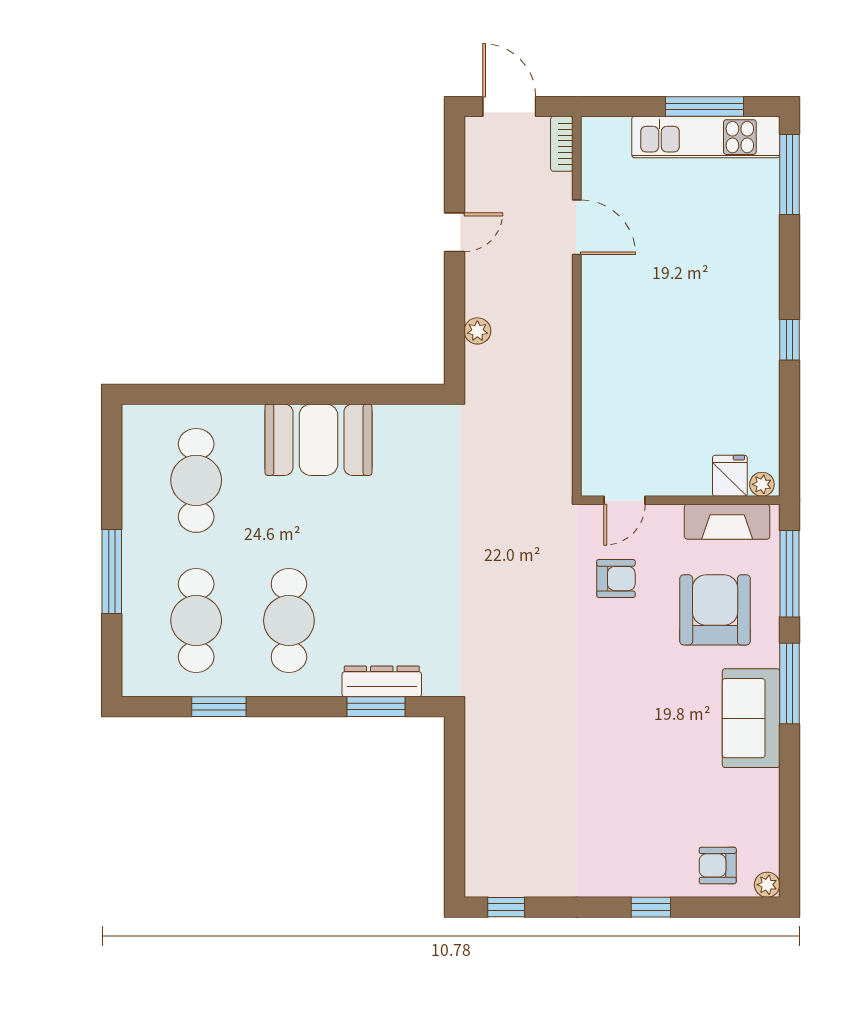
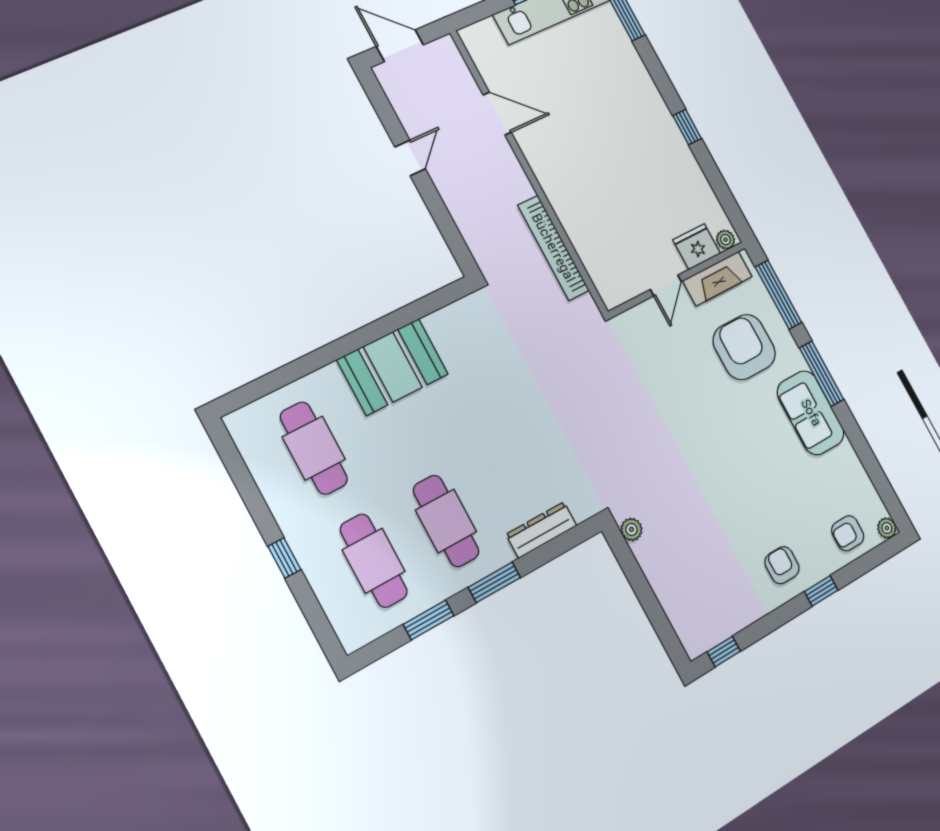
bookcase: (562, 144) -> (553, 248), moved, width x2.31, depth x1.31
plant: (477, 331) -> (631, 529), moved
fridge: (730, 476) -> (697, 247), width x1.38
door: (624, 500) -> (666, 285), moved
window: (112, 571) -> (284, 558), width x0.46
armchair: (616, 579) -> (782, 565), moved, turned -90
window: (376, 707) -> (494, 582), moved

